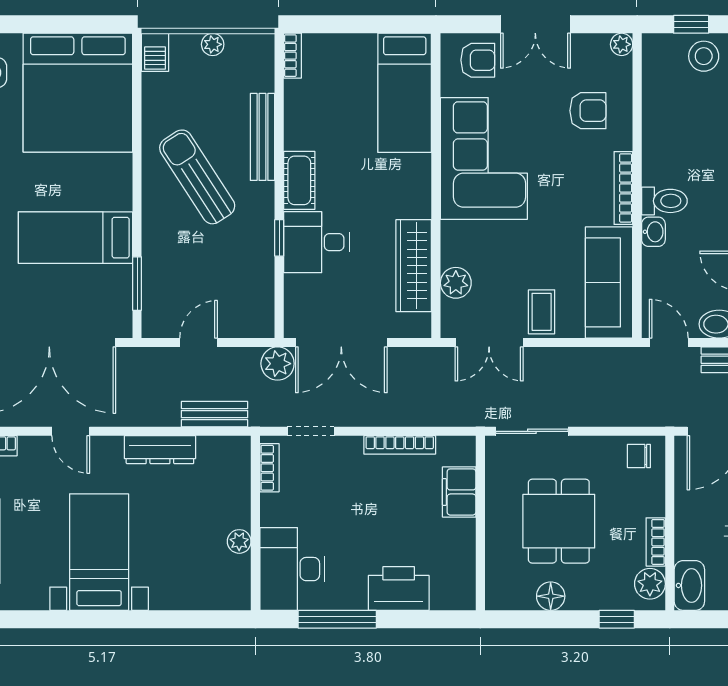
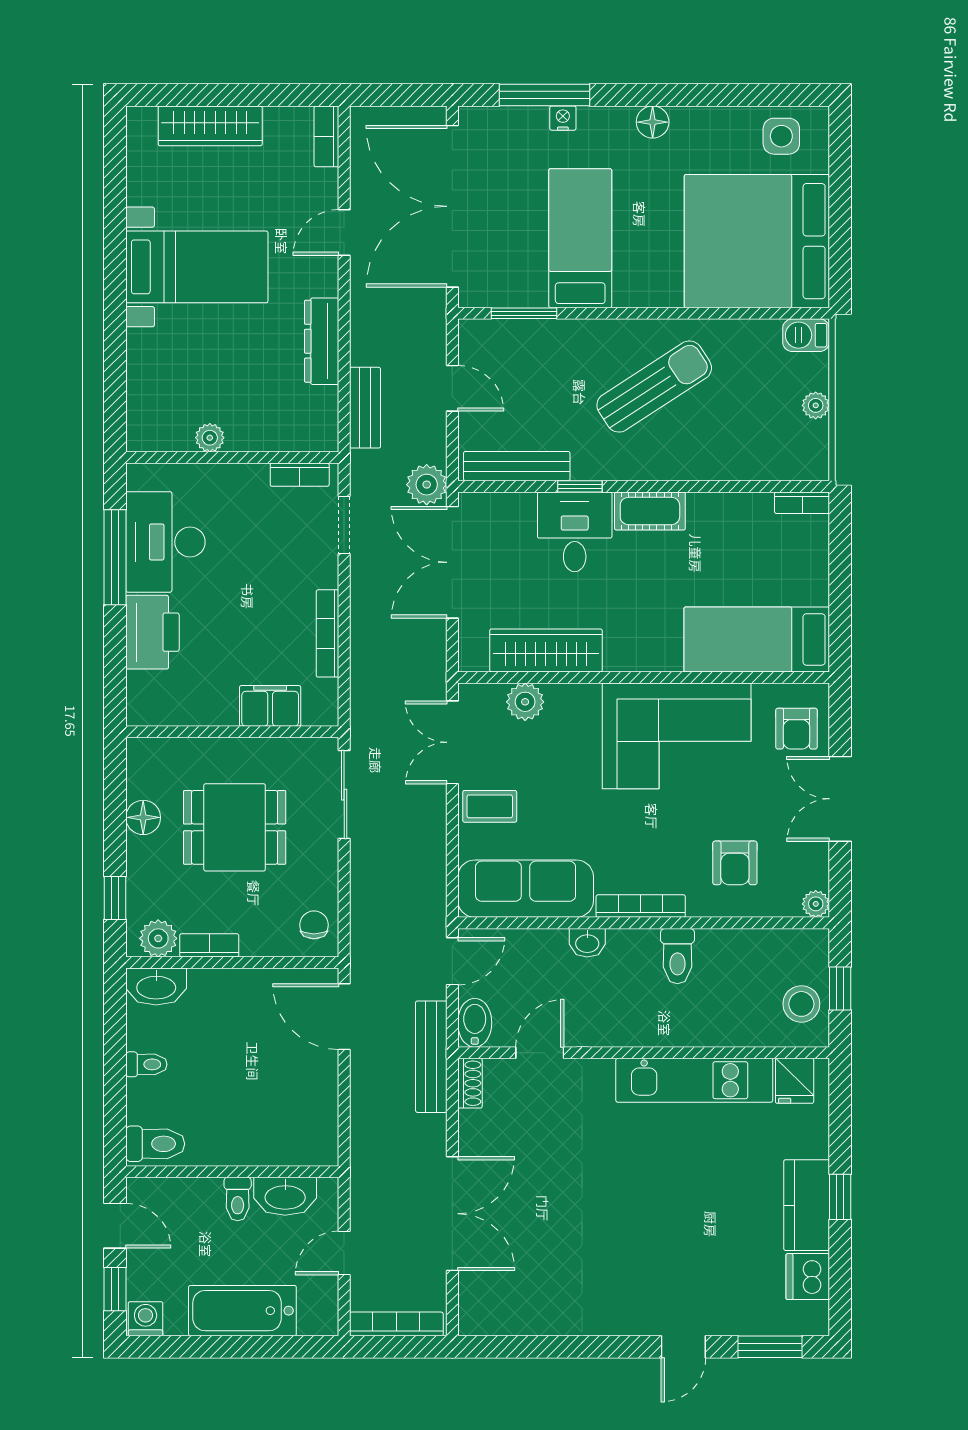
bench: (262, 137) -> (517, 466), moved
toilet: (664, 201) -> (677, 956), moved
desk: (292, 569) -> (165, 542), moved, turned -90

